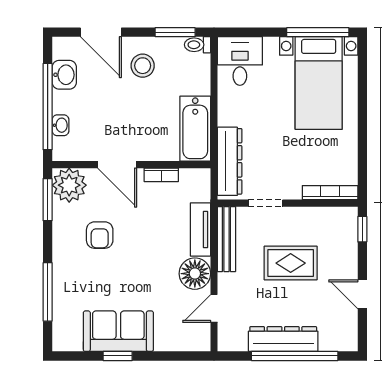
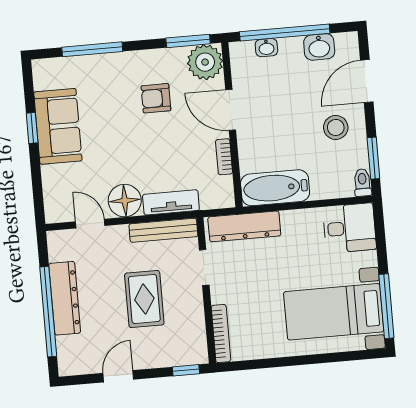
door: (117, 165) -> (231, 110), hinge flipped

